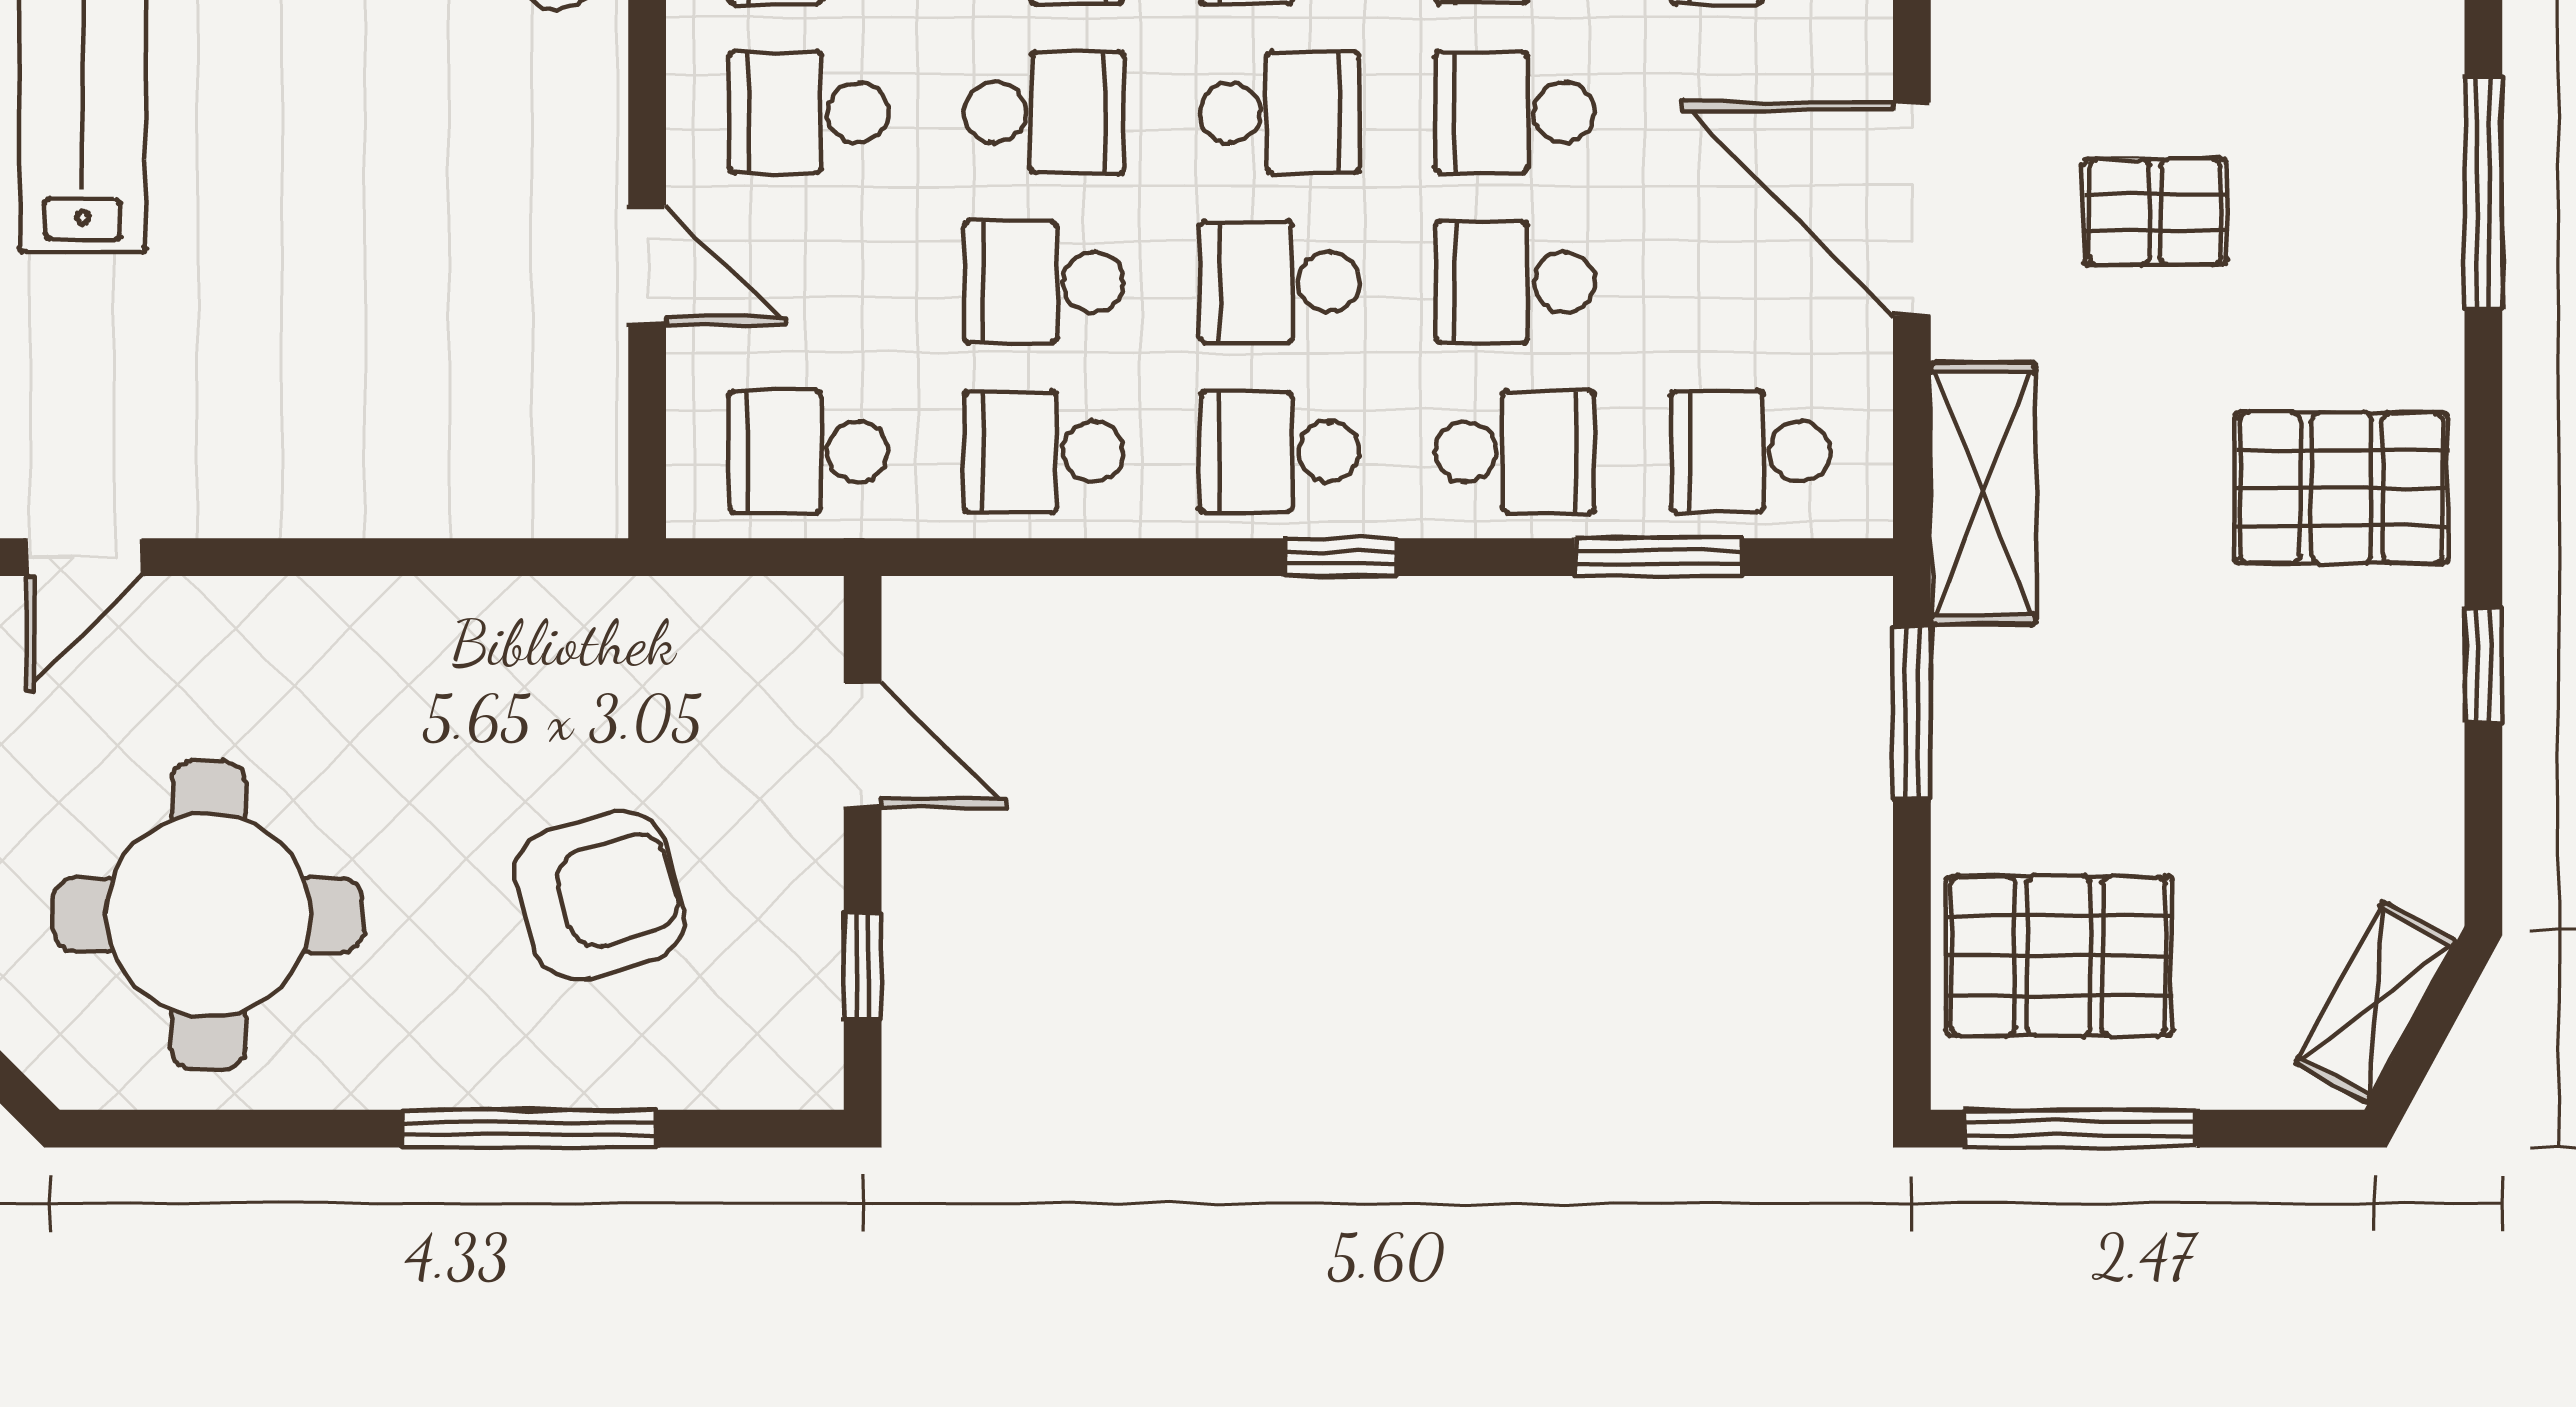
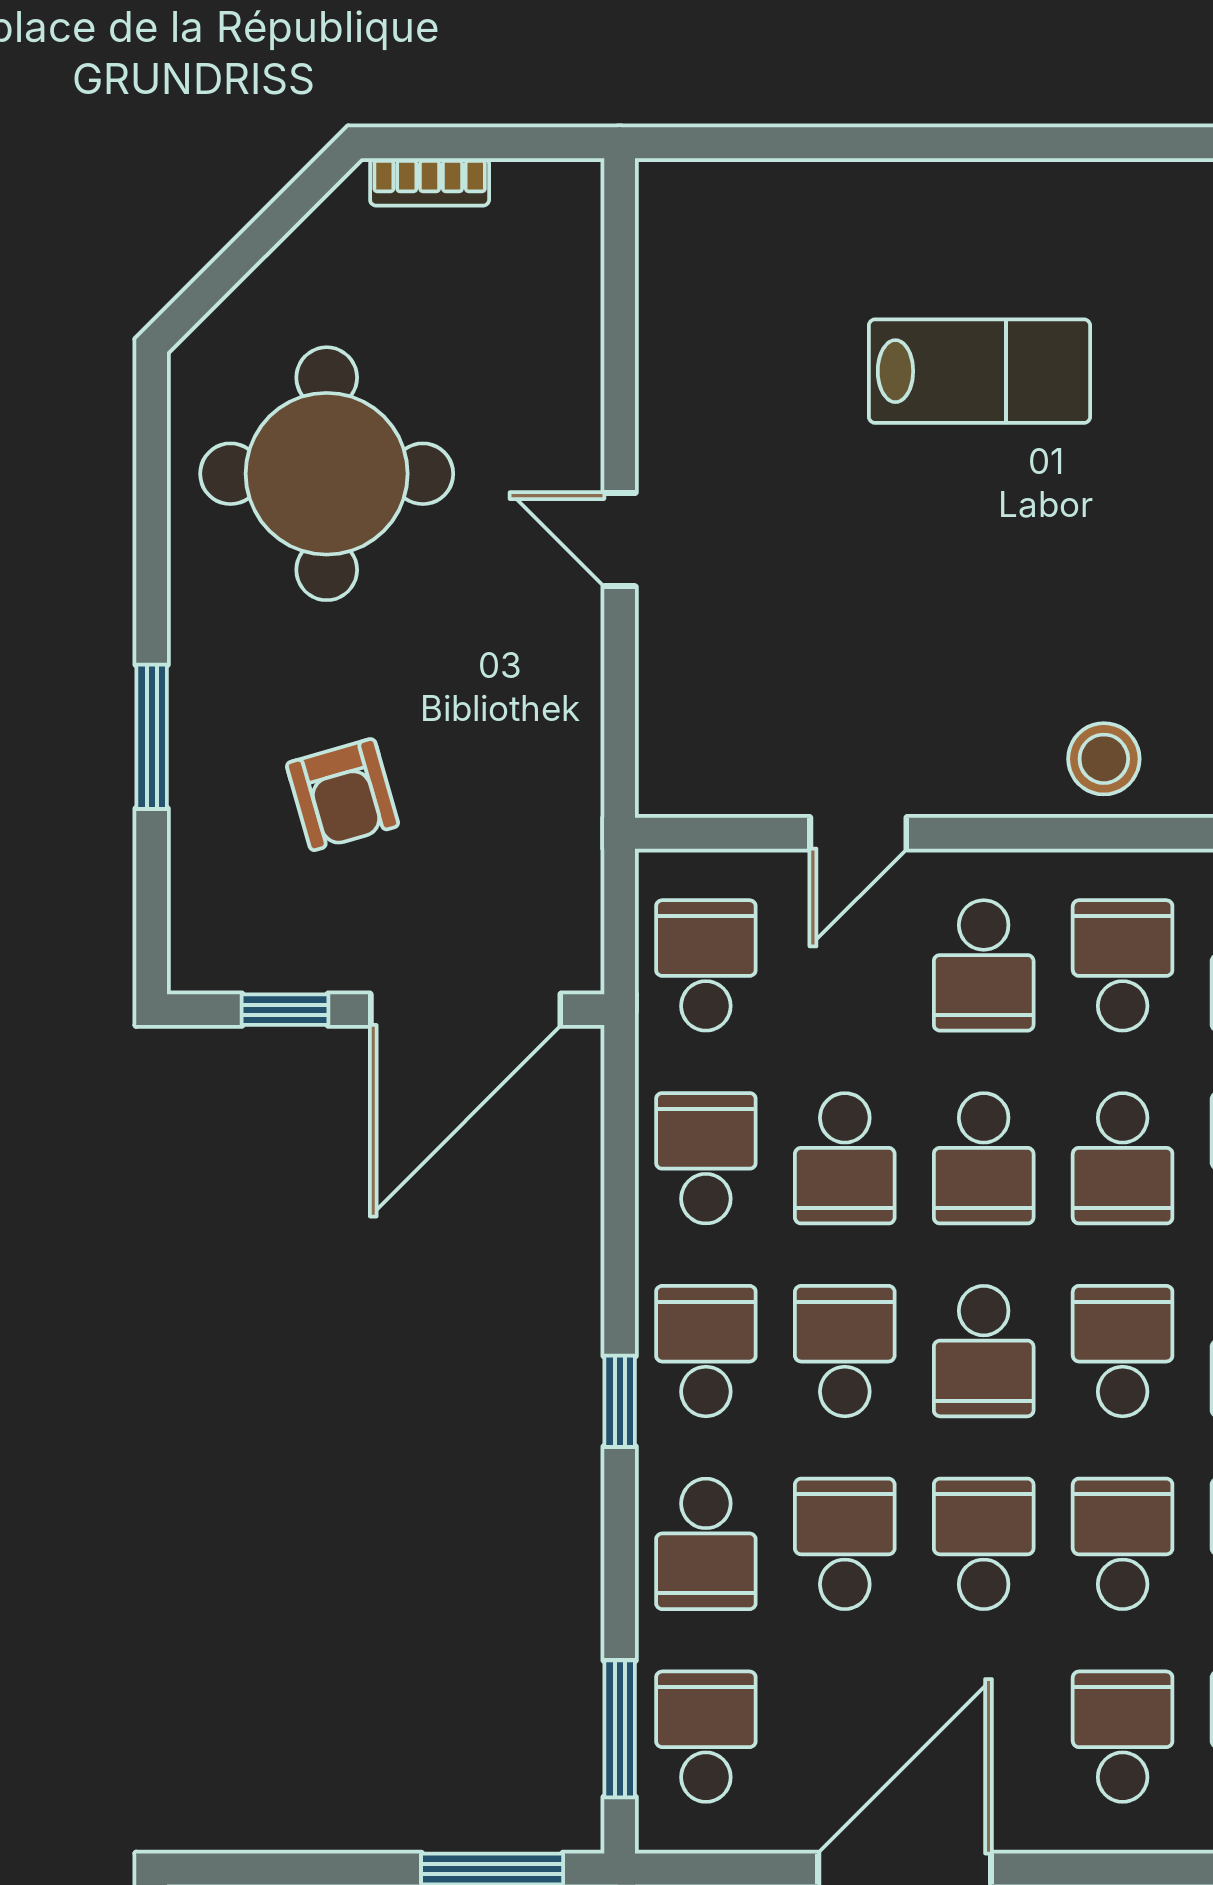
school desk: (809, 112) -> (984, 965), turned 180
school desk: (1044, 282) -> (845, 1158), turned 180
door: (84, 557) -> (620, 540), moved
window: (1659, 557) -> (620, 1729), moved
door: (863, 745) -> (466, 1010), width x1.88
armchair: (600, 895) -> (342, 795), width x0.72, depth x0.72
window: (529, 1129) -> (152, 737), width x0.69

